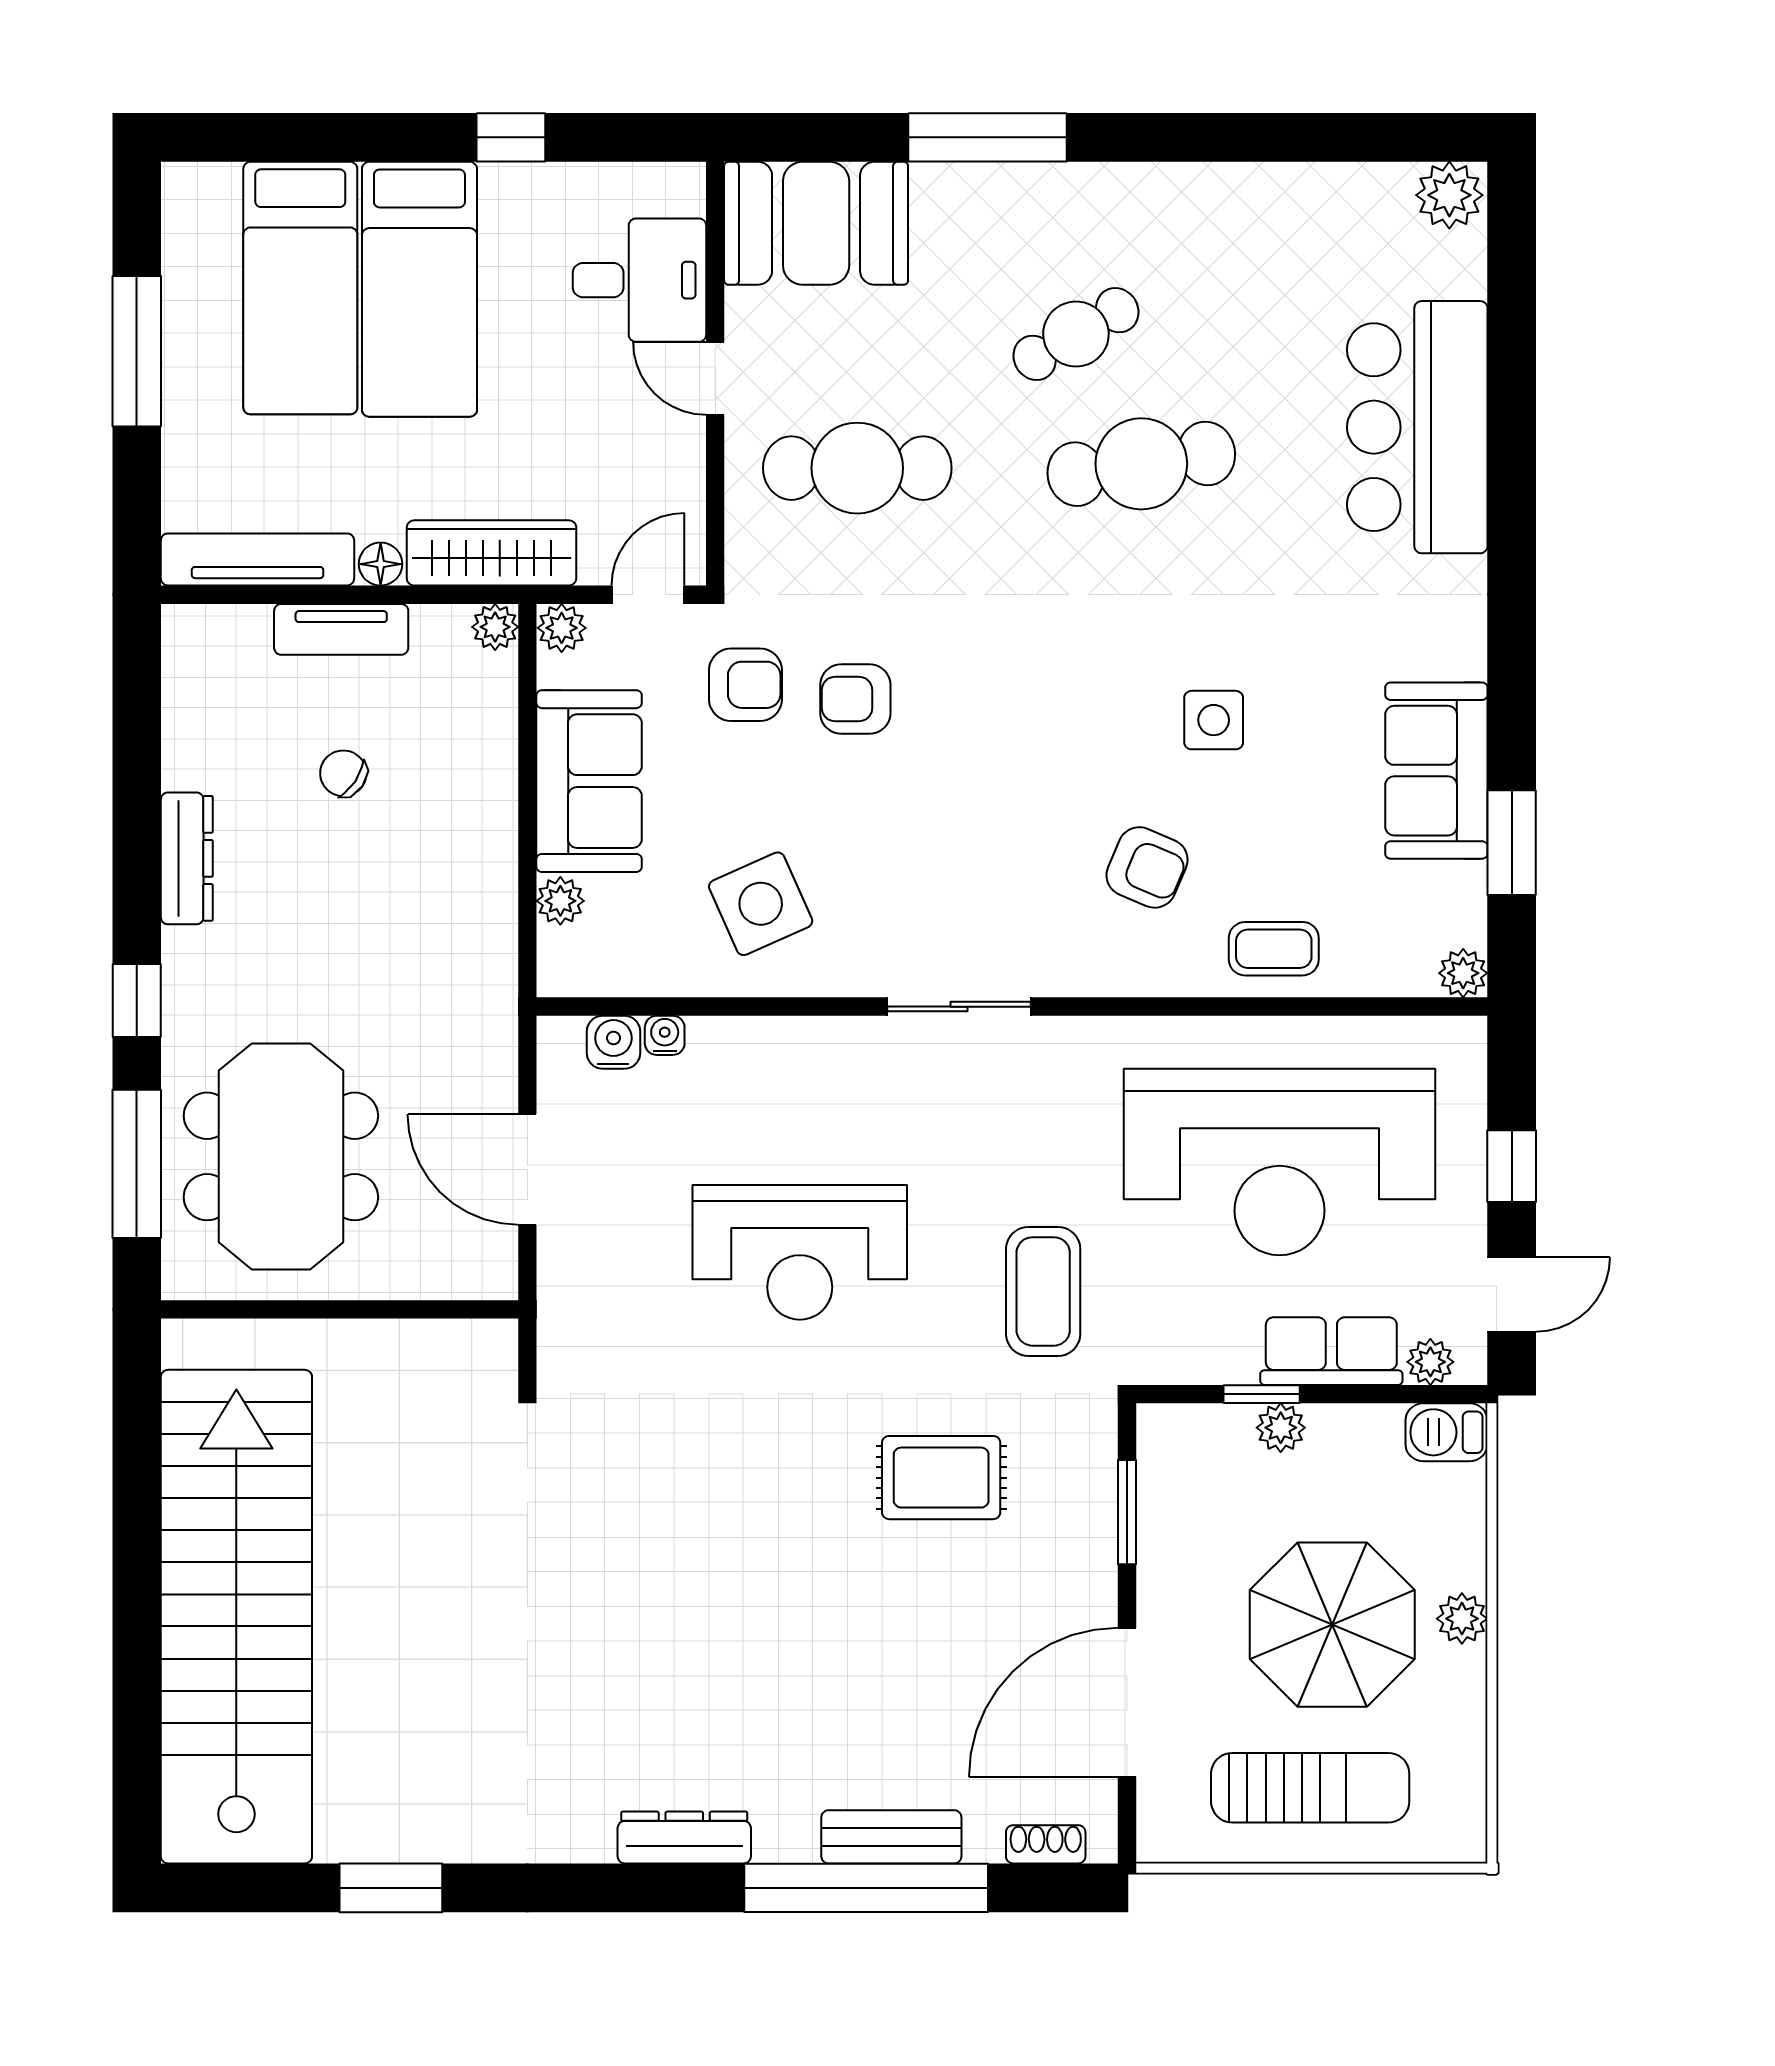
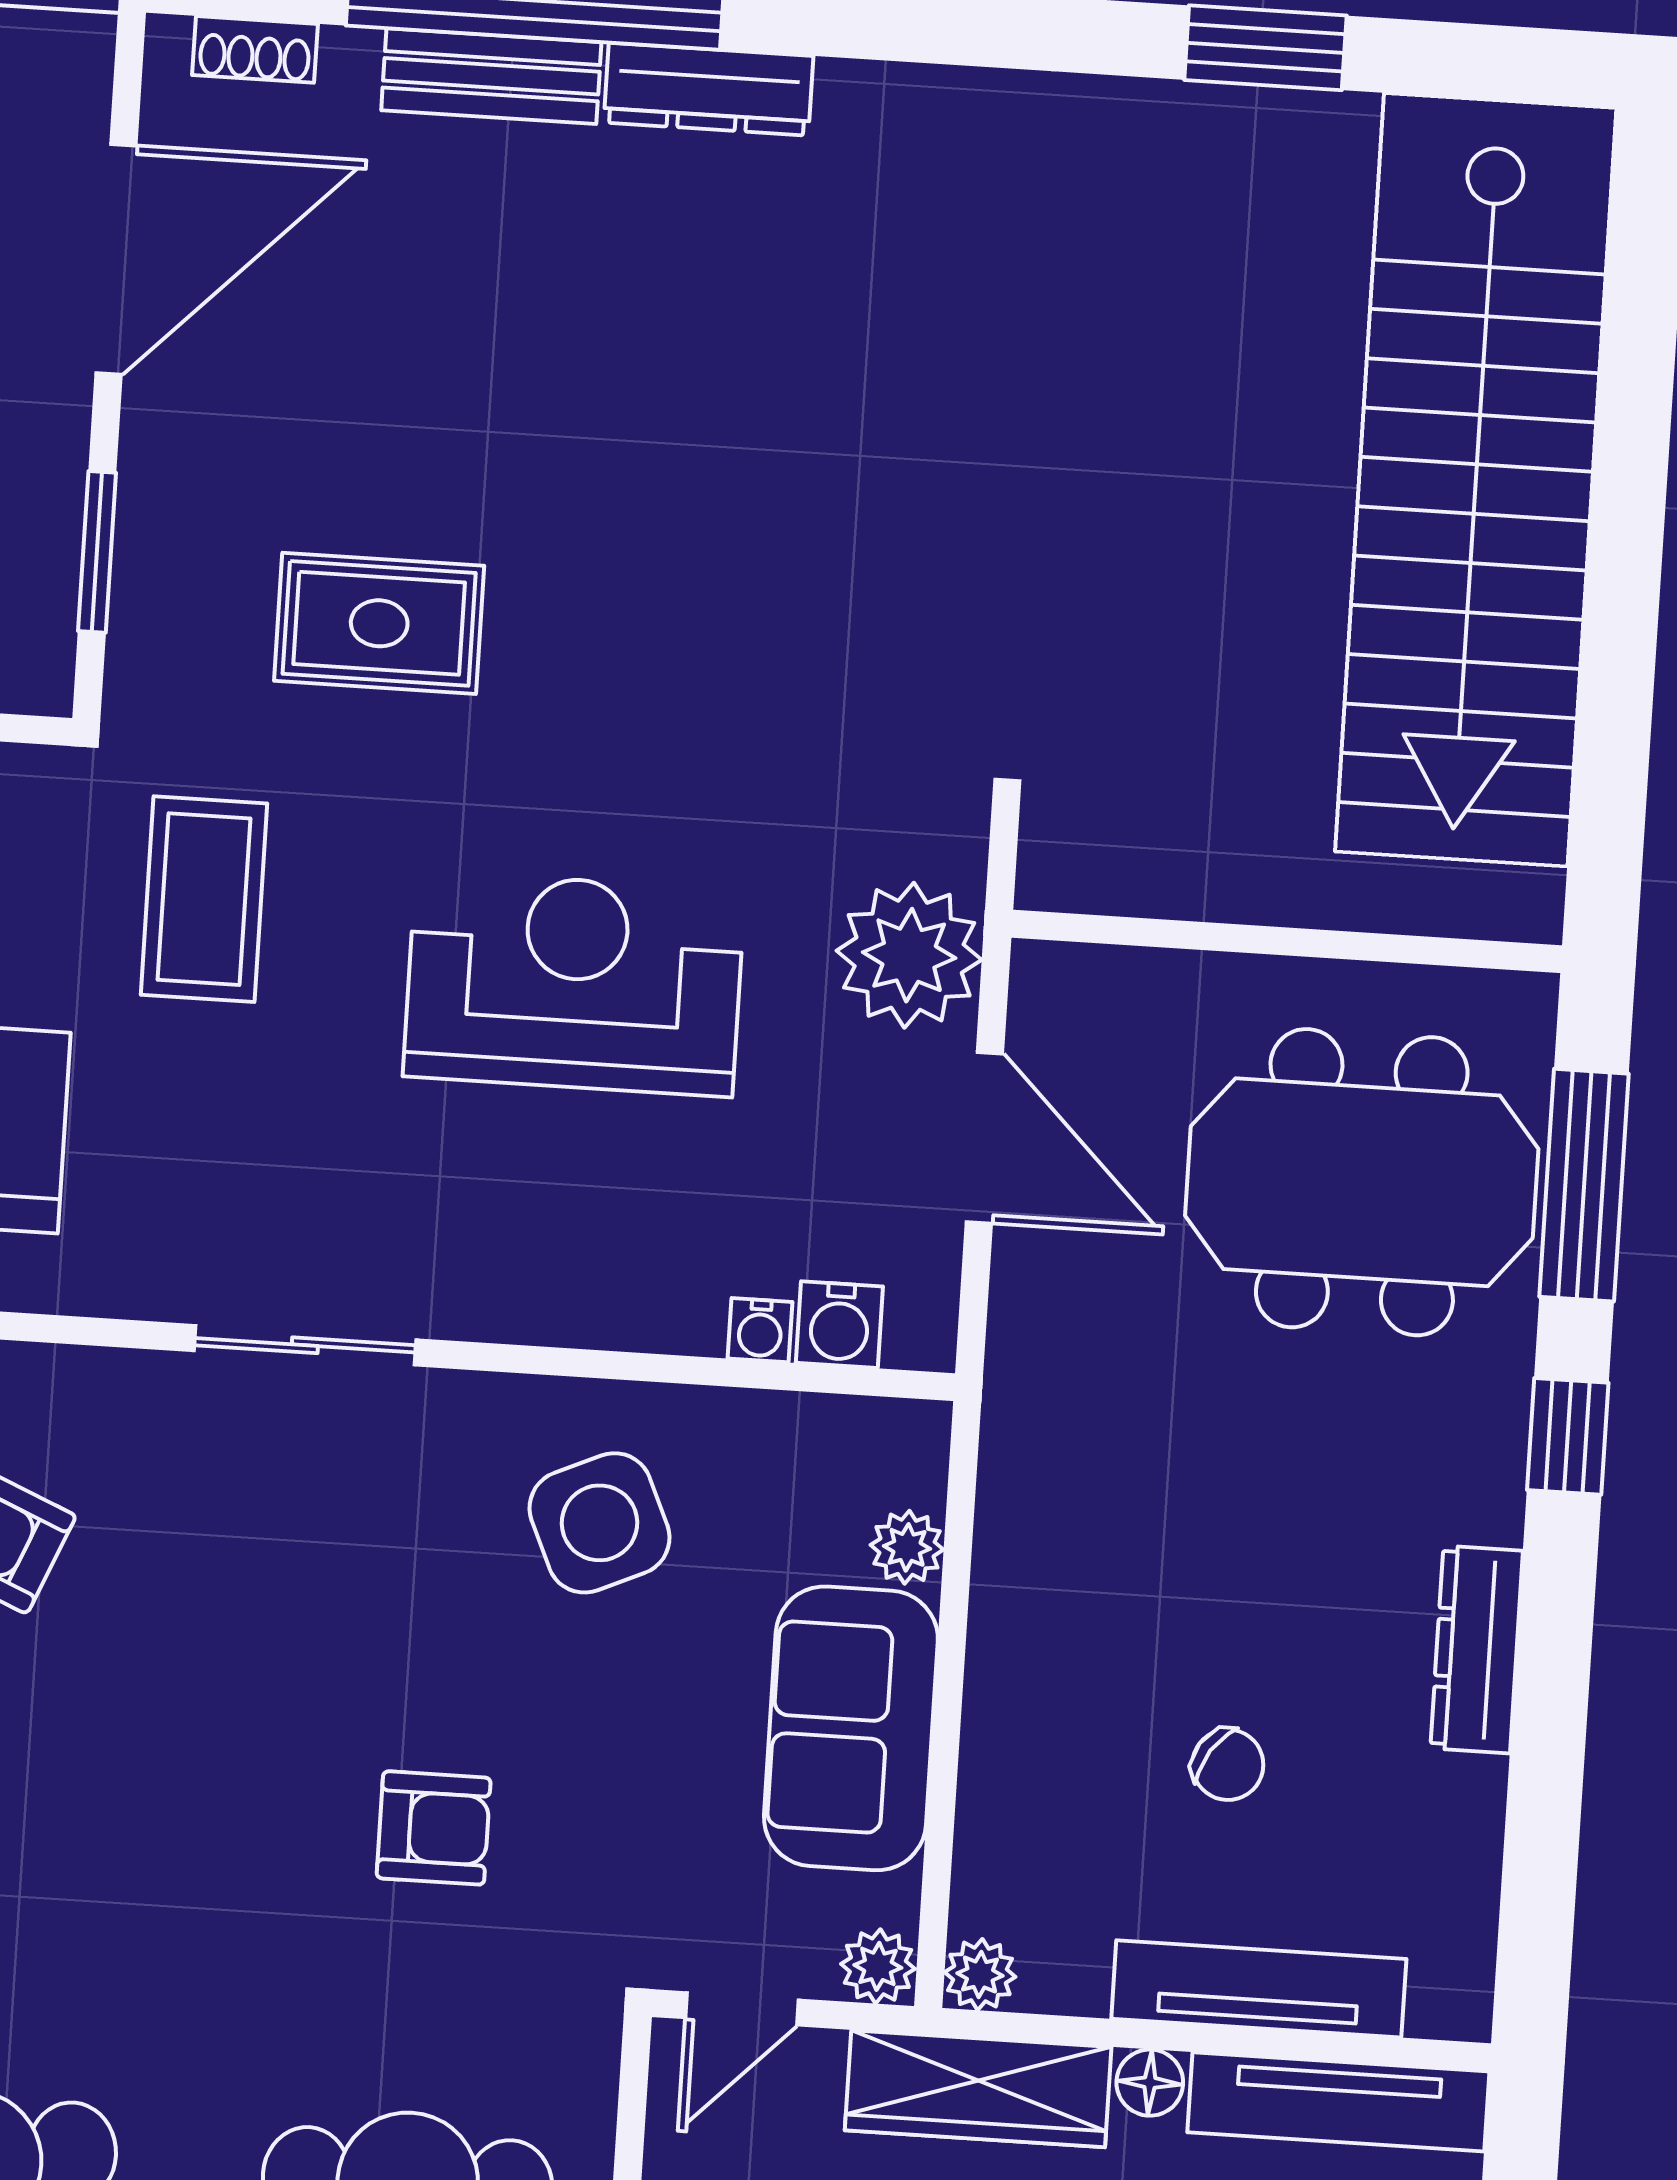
tv unit: (341, 629) -> (1259, 1989), width x1.41
armchair: (745, 685) -> (601, 1861), removed
meeting table: (281, 1156) -> (1362, 1182), turned 90
plant: (584, 1285) -> (909, 955), added
dresser: (684, 1838) -> (709, 89), moved

